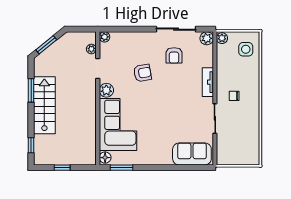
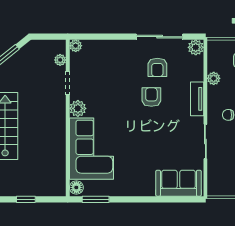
plant: (222, 38) -> (214, 78), moved
armchair: (142, 73) -> (151, 97), moved, turned -80

